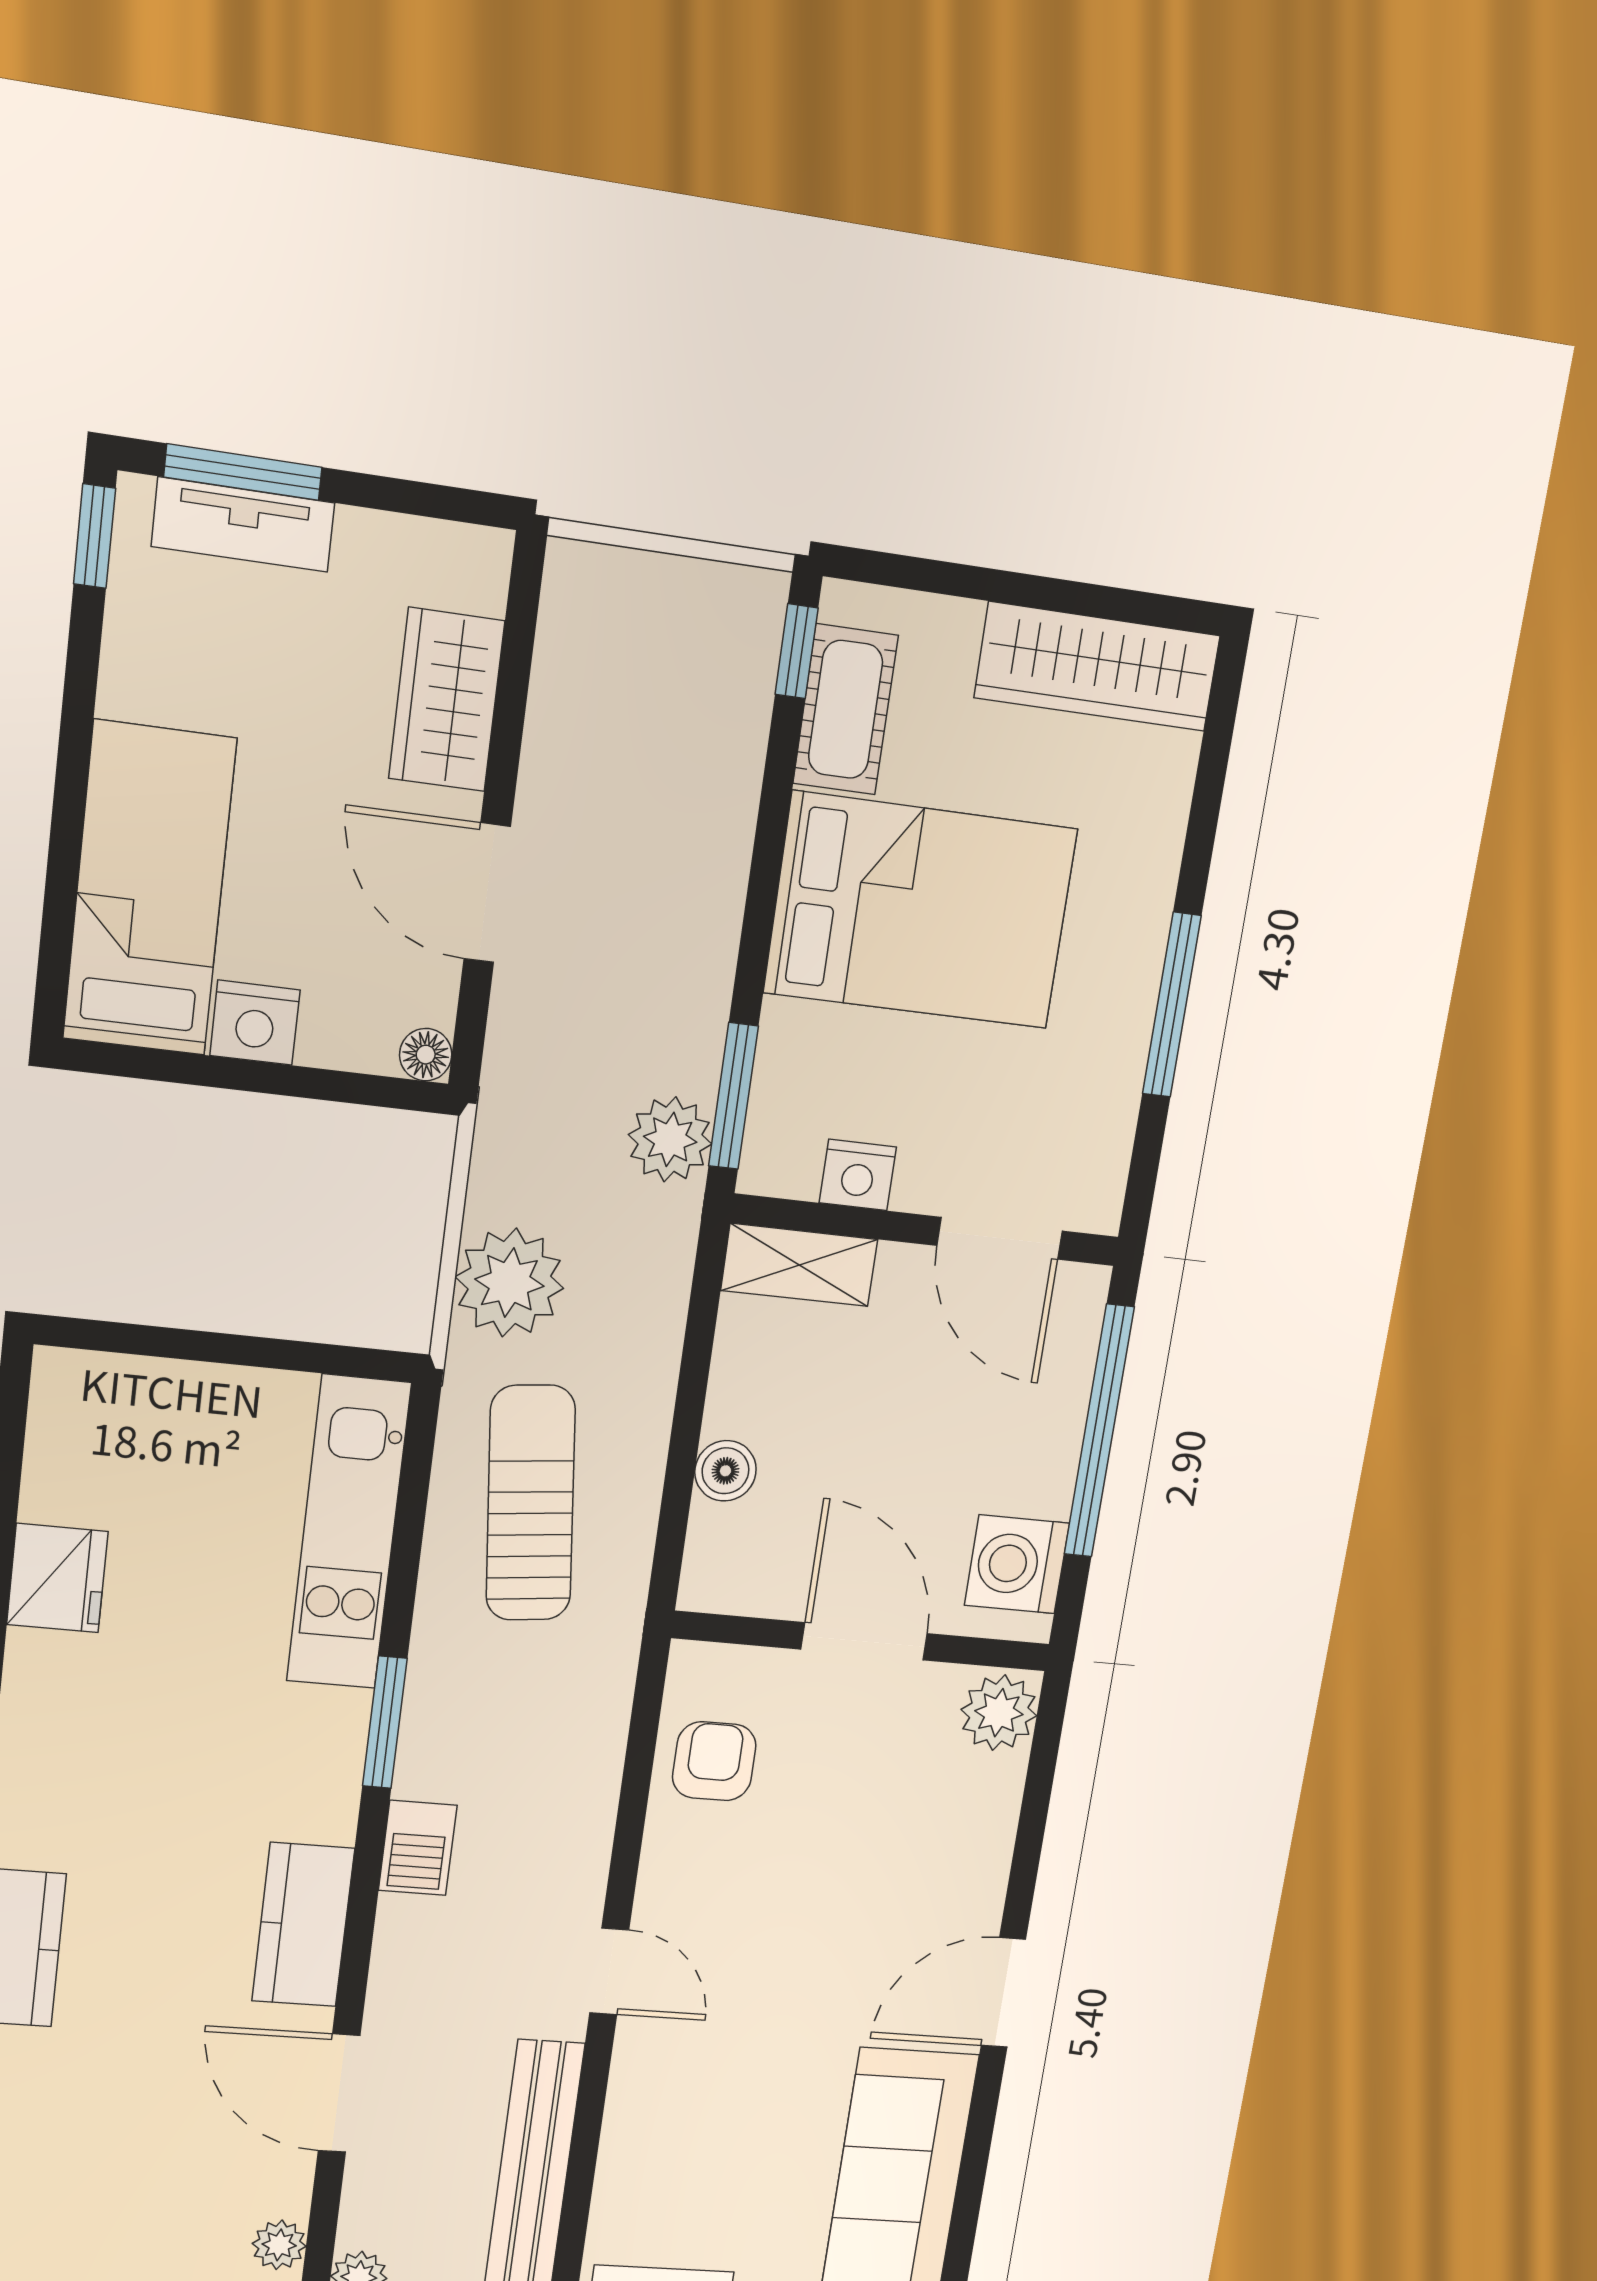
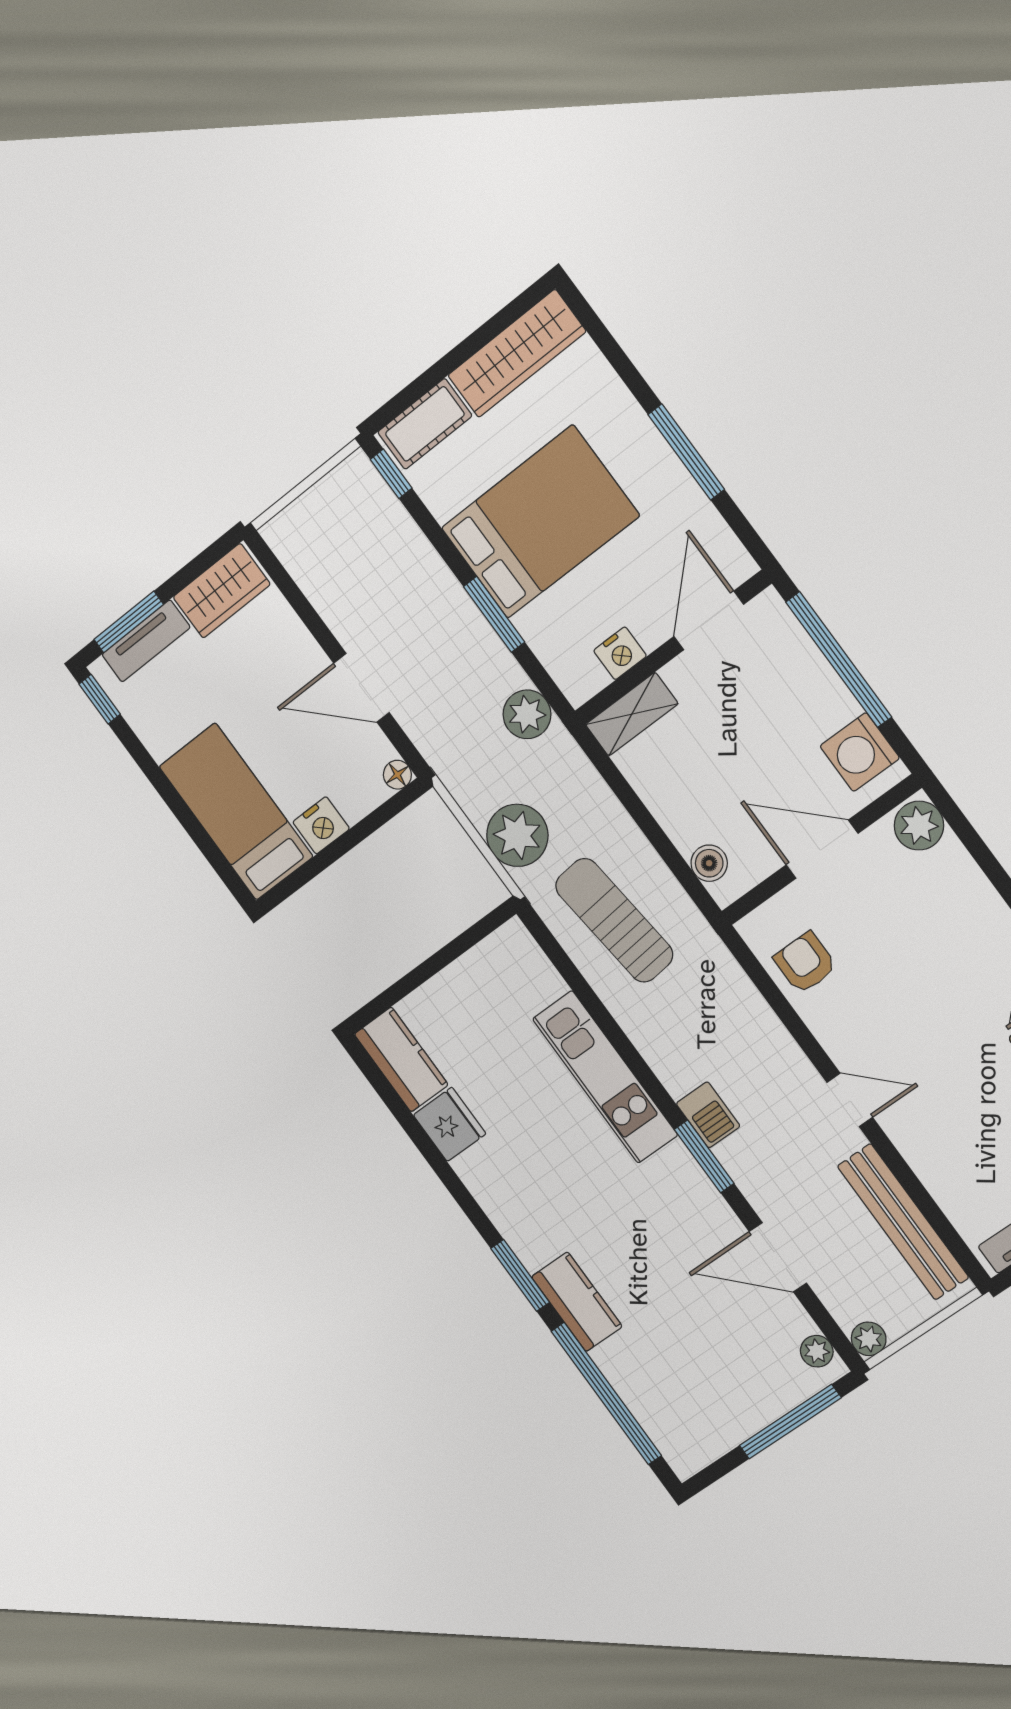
wardrobe: (447, 700) -> (222, 591), moved, turned -90
cot: (846, 709) -> (425, 424), moved, turned 90
window: (733, 1096) -> (494, 614), moved
door: (1000, 1238) -> (709, 620), swing flipped
boiler: (725, 1471) -> (709, 863), moved
kitchen unit: (349, 1533) -> (605, 1077), moved
window: (385, 1722) -> (704, 1156), moved
kitchen counter: (303, 1925) -> (401, 1059), moved, turned 180

